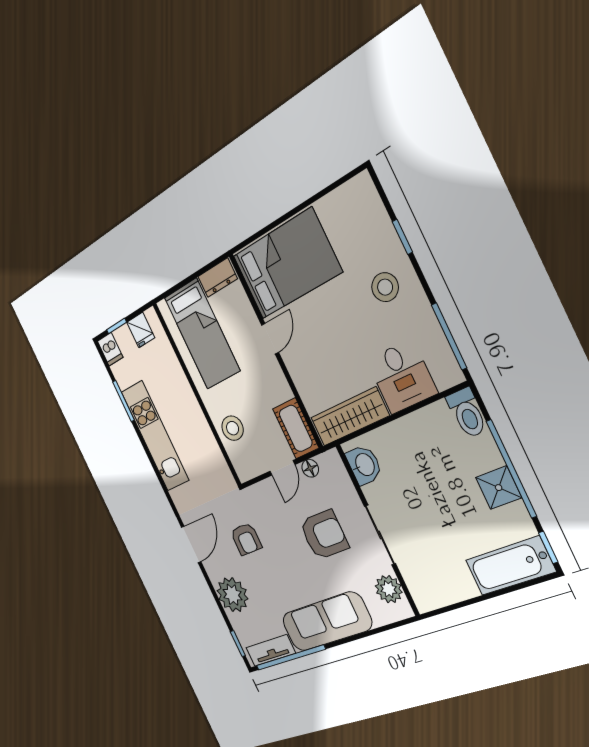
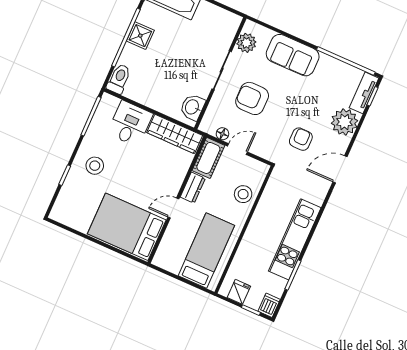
dresser: (218, 278) -> (193, 188), moved, turned 90
sofa: (326, 622) -> (293, 55), width x0.73
tv unit: (271, 650) -> (364, 93), moved, turned 90

